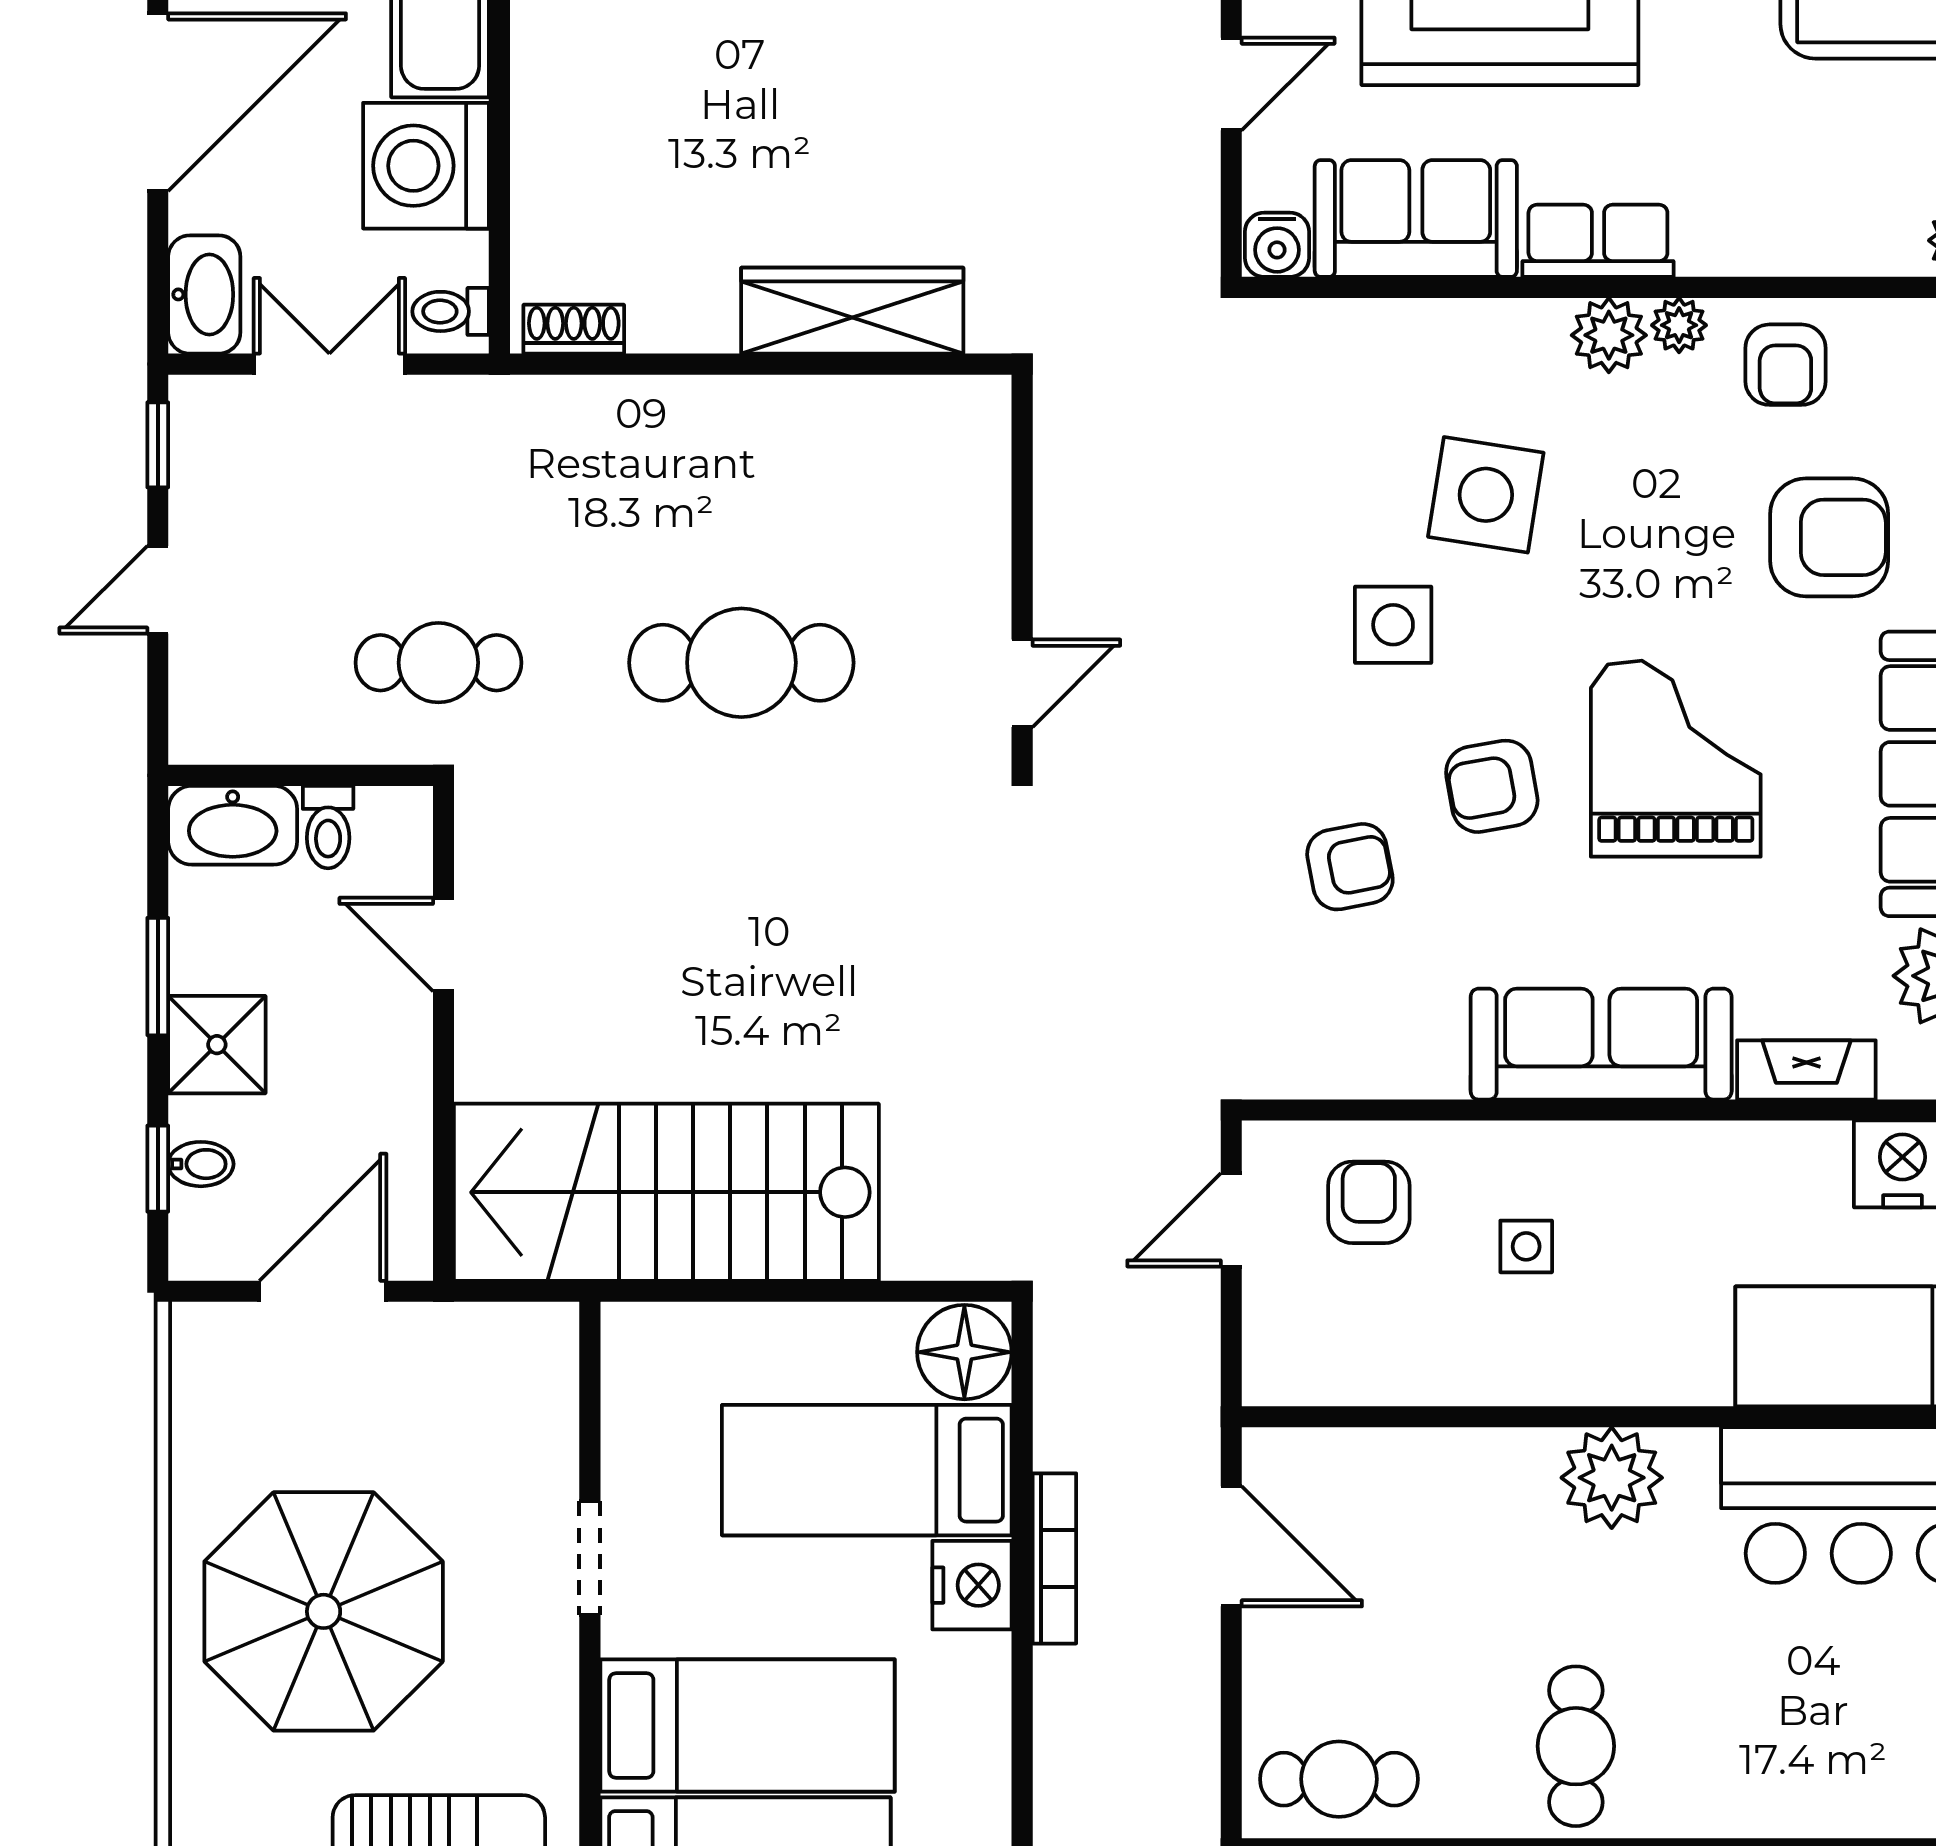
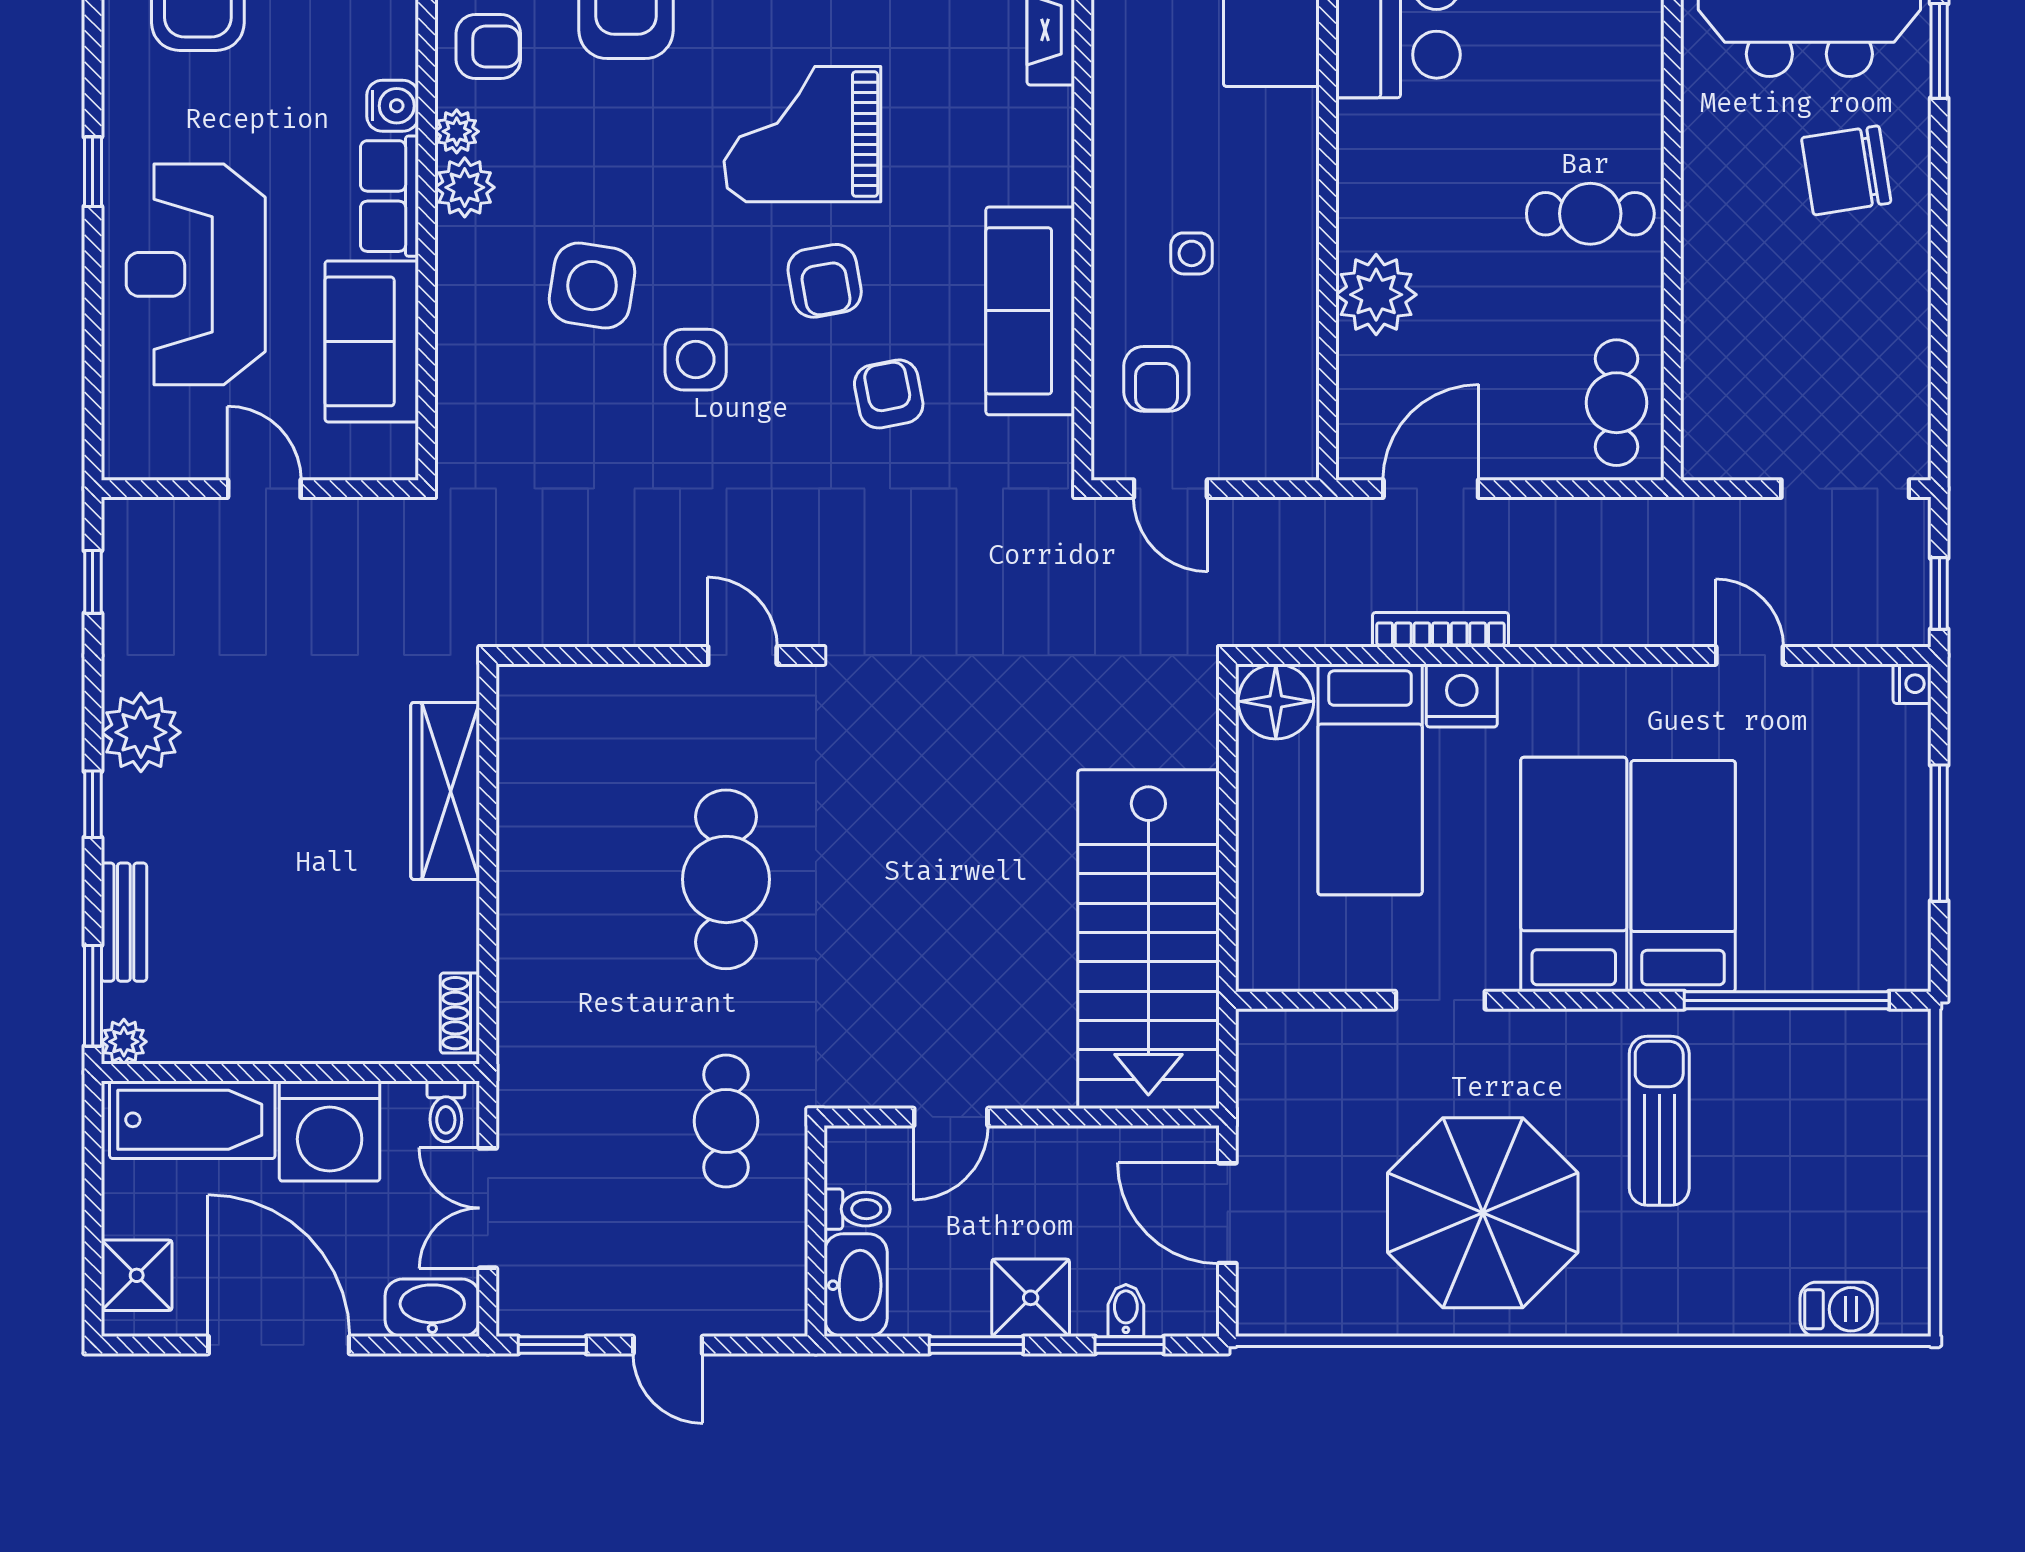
water cooler: (1277, 245) -> (393, 106), moved
sofa: (1601, 1044) -> (1030, 311), moved
armchair: (1369, 1202) -> (1156, 379), turned -90
plant: (1612, 1478) -> (1376, 295), moved

